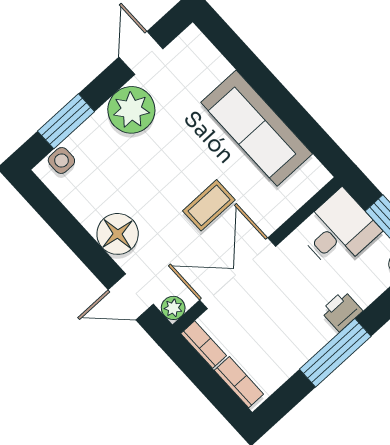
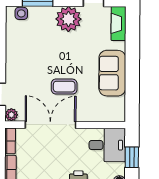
fireplace: (204, 54) -> (119, 23), added
sofa: (257, 128) -> (112, 73), width x0.73
floor lamp: (118, 234) -> (17, 64), removed

